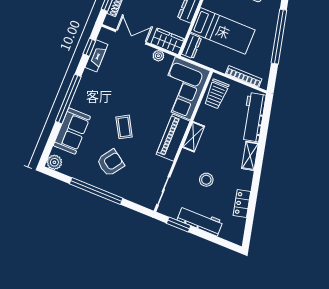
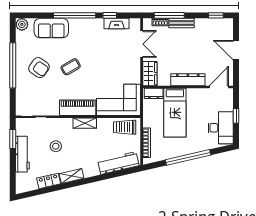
window: (89, 47) -> (110, 15), moved
plant: (158, 56) -> (136, 71), removed
shelving: (250, 156) -> (72, 176), moved

